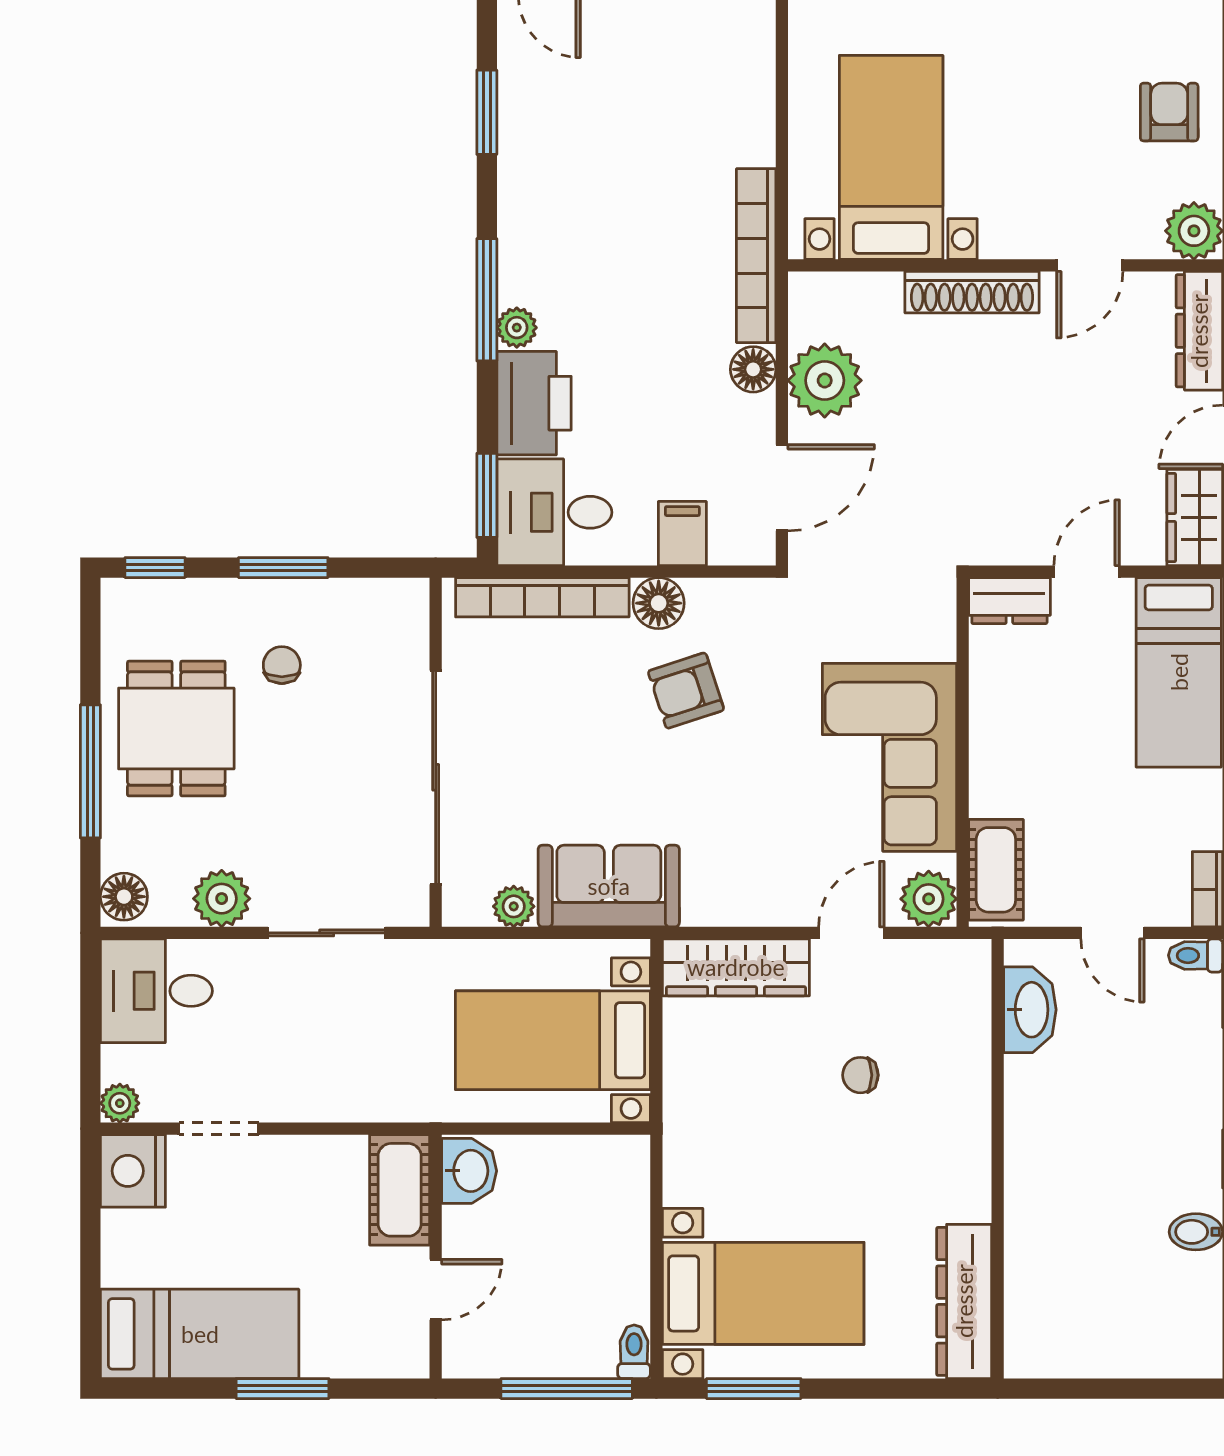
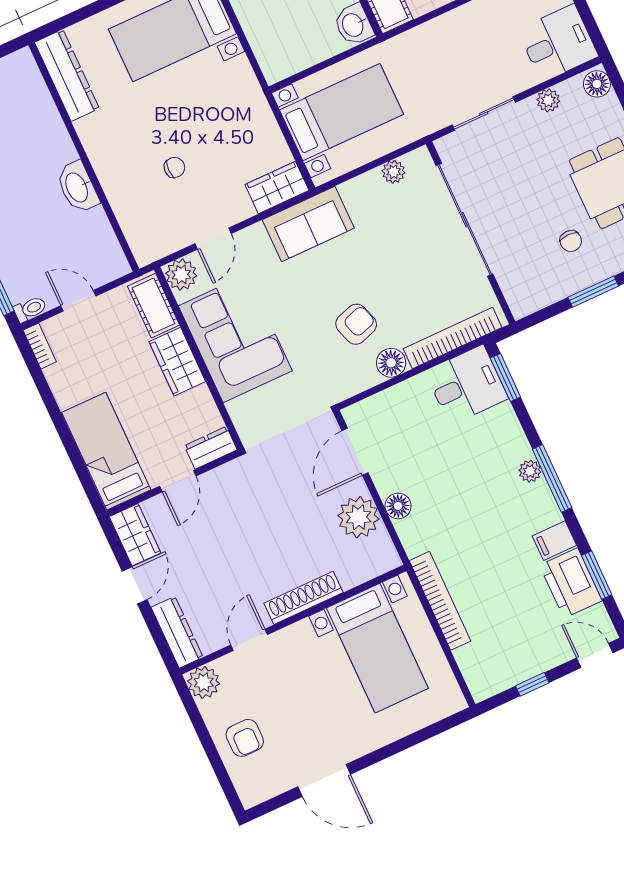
bookcase: (756, 256) -> (440, 601), moved
printer: (534, 403) -> (571, 583), moved
filing cabinet: (682, 533) -> (554, 541), moved, turned 90
wardrobe: (999, 763) -> (177, 362), added
sofa: (609, 886) -> (308, 224), moved
plant: (222, 899) -> (548, 100), width x0.73, depth x0.73
wardrobe: (736, 967) -> (277, 187), width x0.67
washbasin: (1030, 1010) -> (77, 187), moved

